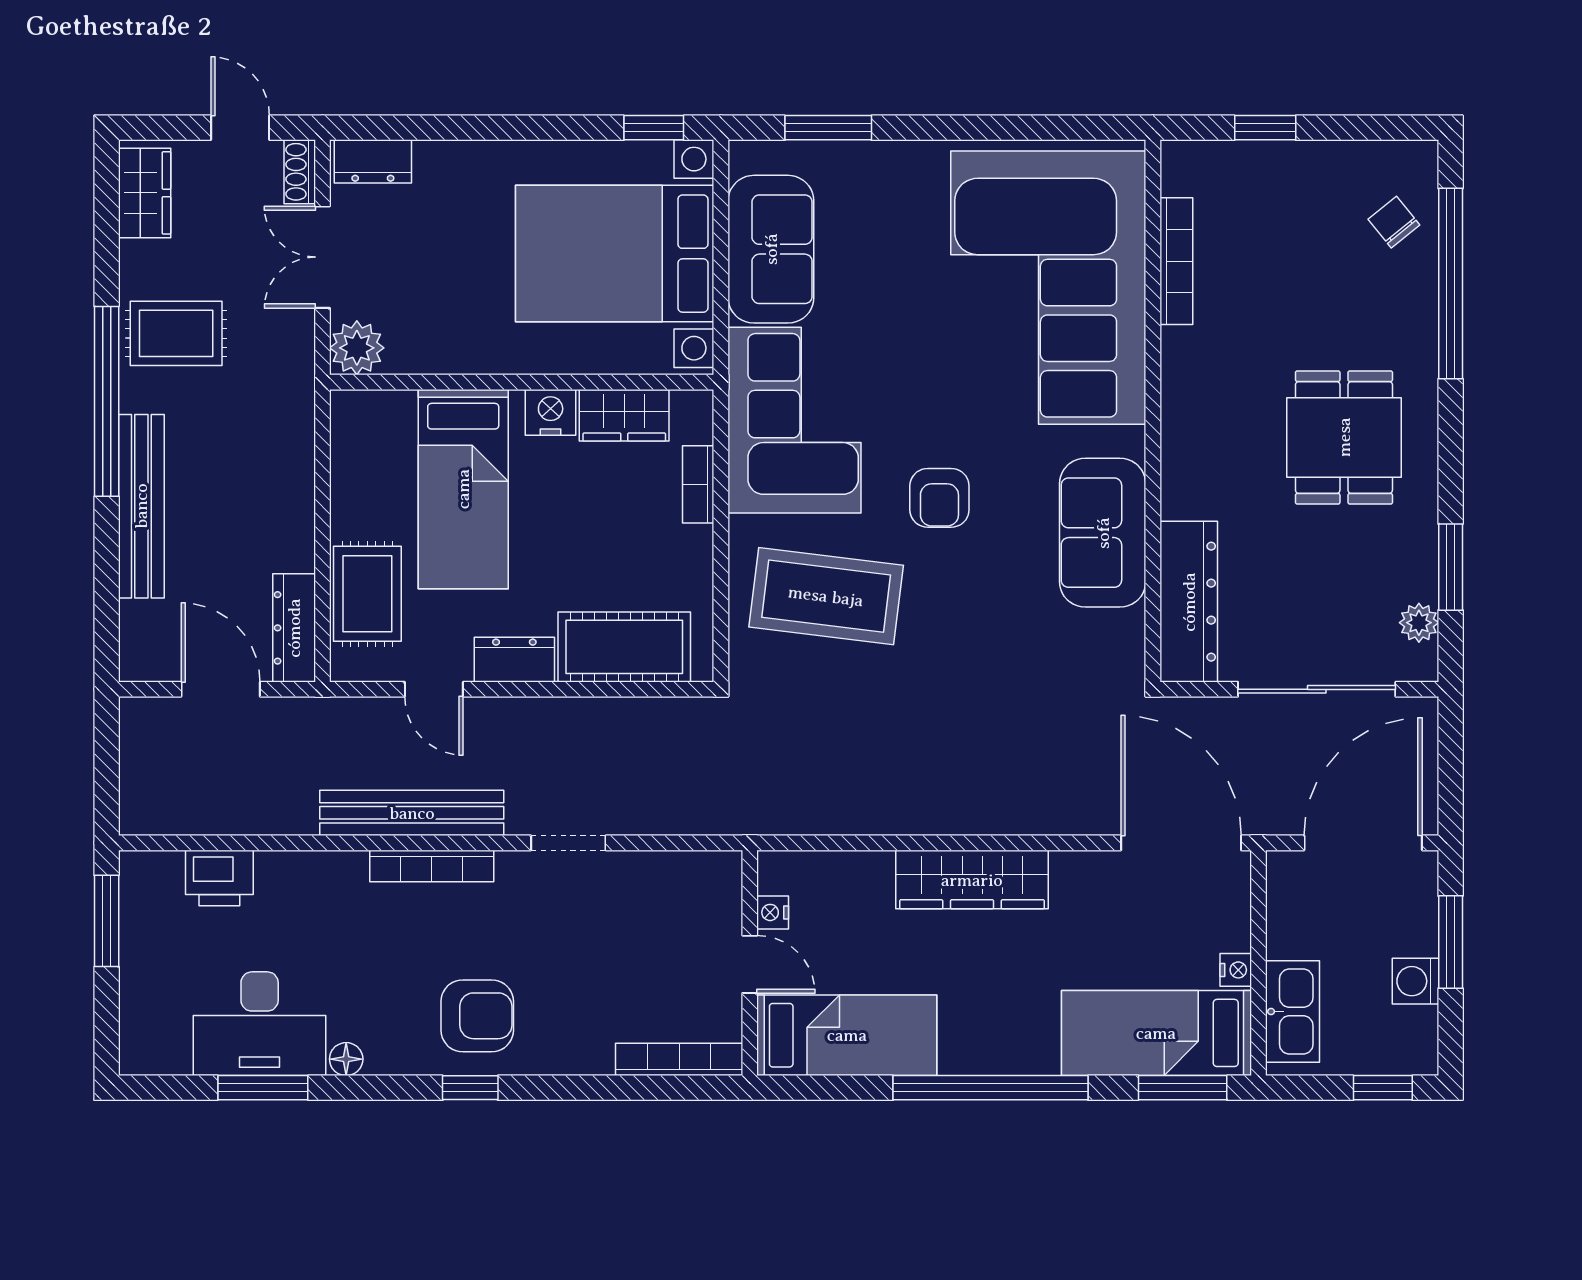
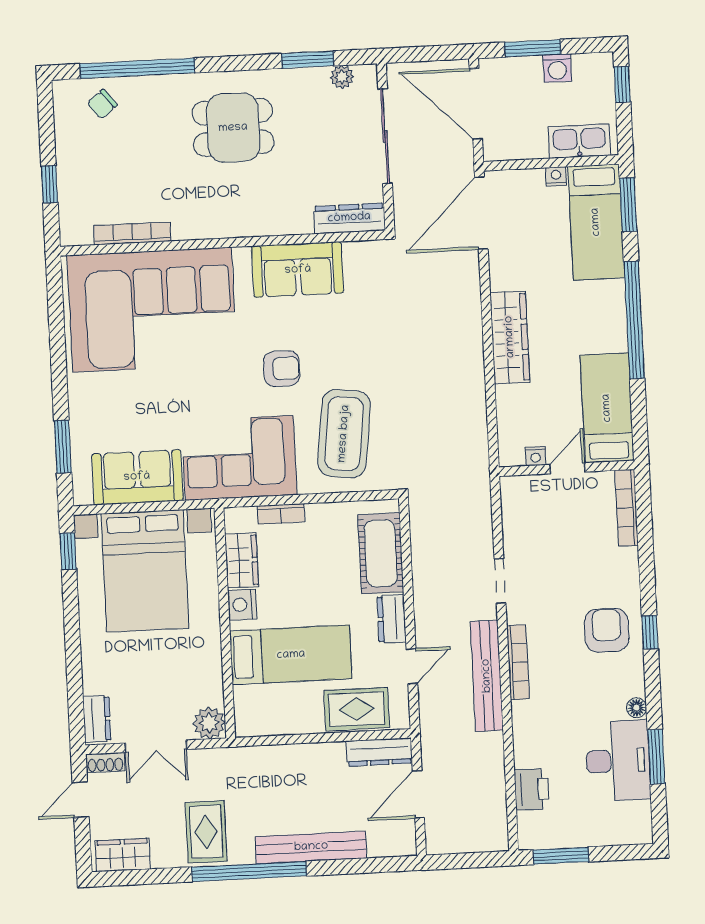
dresser: (1189, 602) -> (349, 218), width x0.73, depth x0.80

